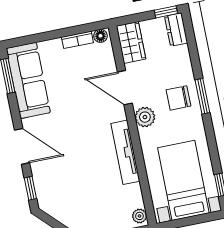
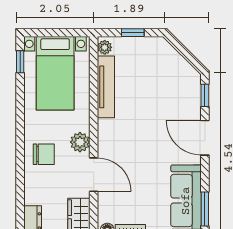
window: (202, 96) -> (20, 151), removed
tv unit: (125, 152) -> (106, 87), moved

